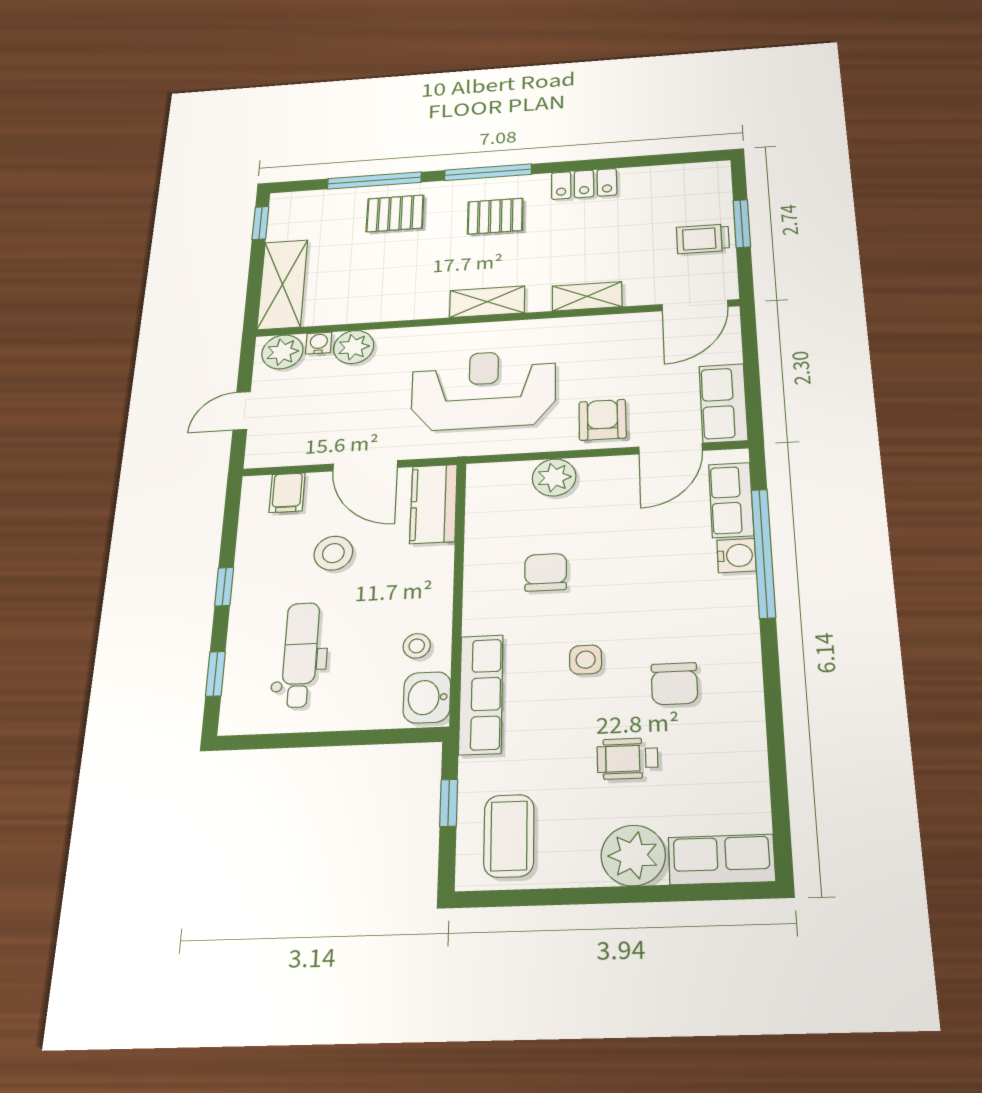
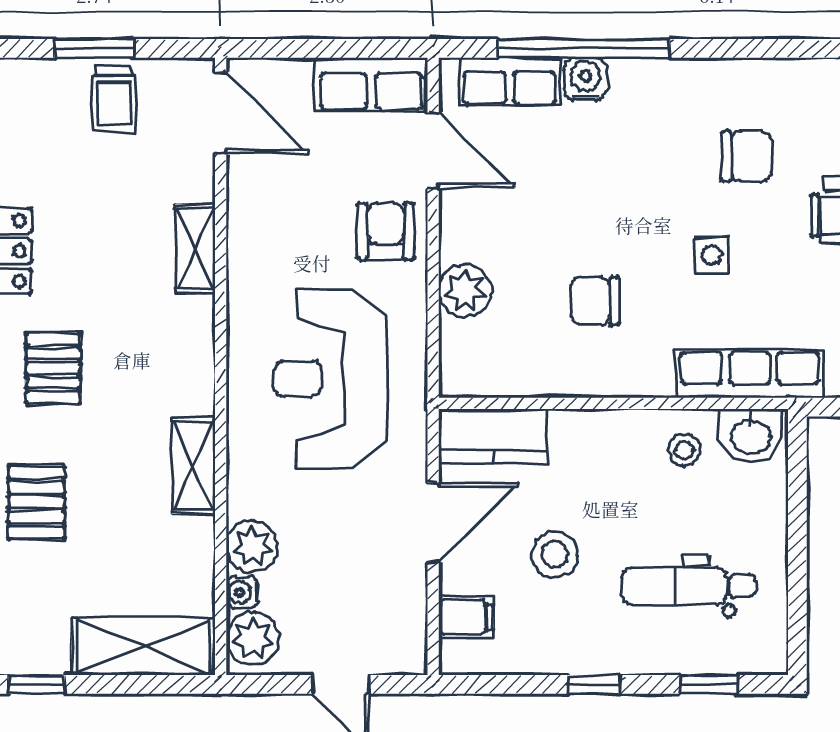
shelving: (487, 302) -> (193, 466), moved
armchair: (603, 420) -> (386, 231), turned 90

